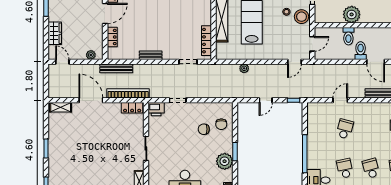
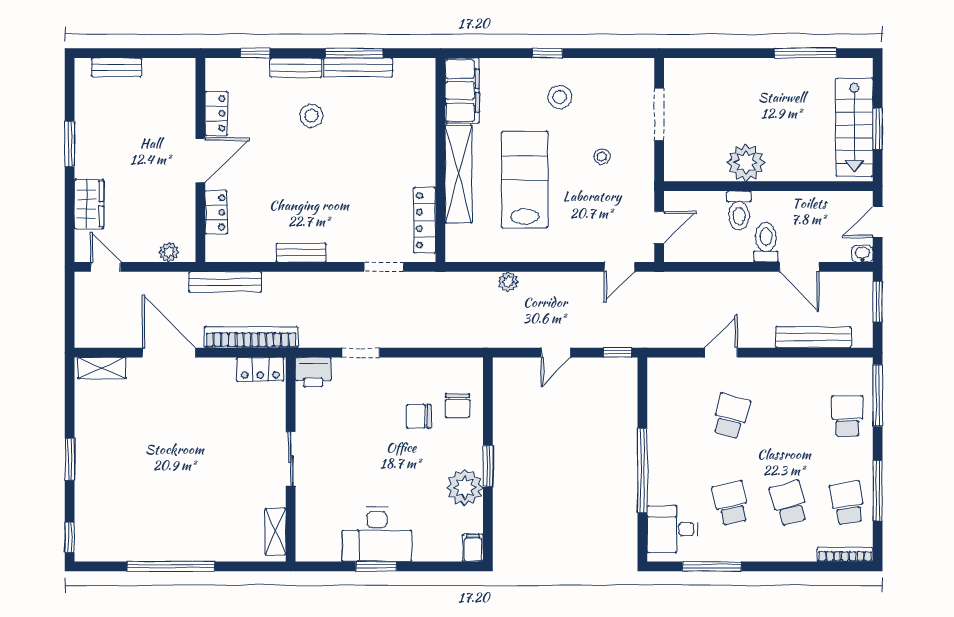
stool: (302, 17) -> (635, 167), removed

